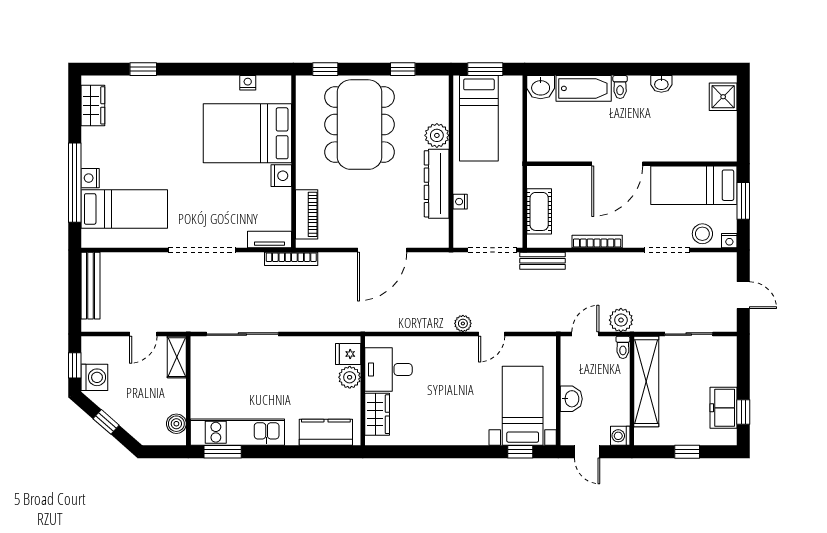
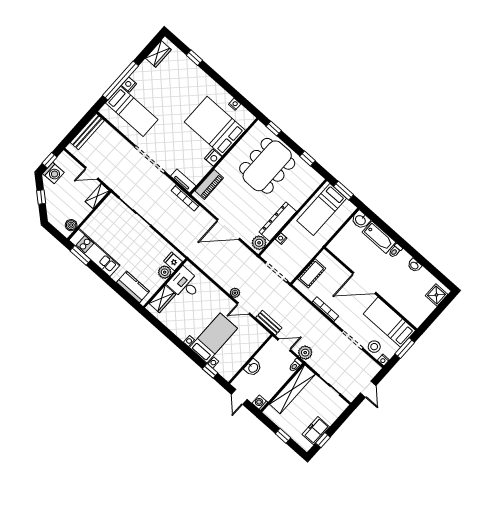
plant: (437, 135) -> (259, 243), moved
bench: (543, 261) -> (269, 323), moved
bed with nightstands: (523, 406) -> (214, 338), moved

